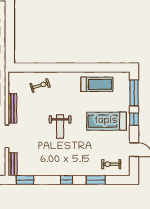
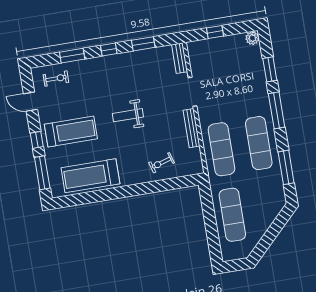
treadmill: (97, 84) -> (90, 176), width x1.37, depth x1.38
weight bench: (60, 127) -> (128, 115), turned -90
window: (25, 180) -> (143, 44), moved

